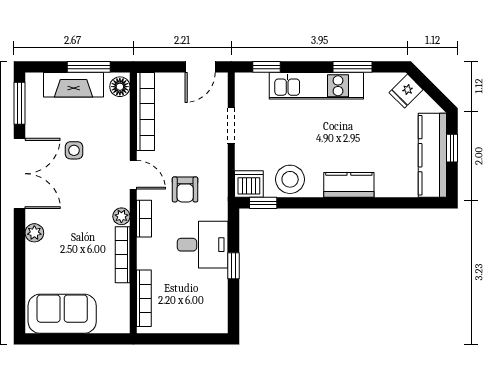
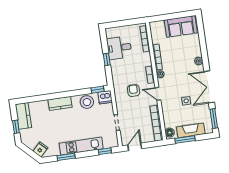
kitchen counter: (432, 155) -> (23, 116), width x0.67
desk: (203, 245) -> (119, 48), moved

